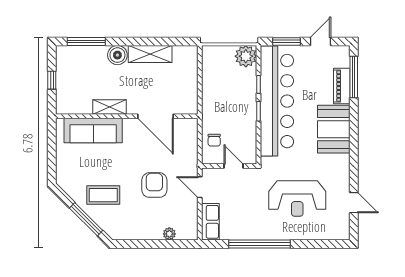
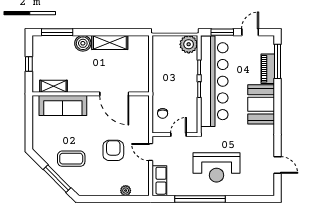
shelving: (109, 107) -> (54, 86), moved
door: (234, 166) -> (179, 135), hinge flipped
reception desk: (297, 199) -> (217, 167), moved

